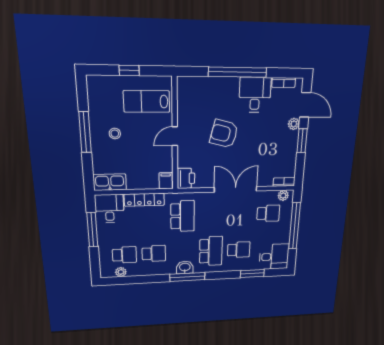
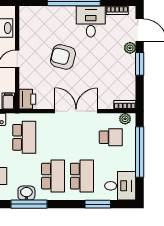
school desk: (239, 250) -> (82, 176), width x1.85

